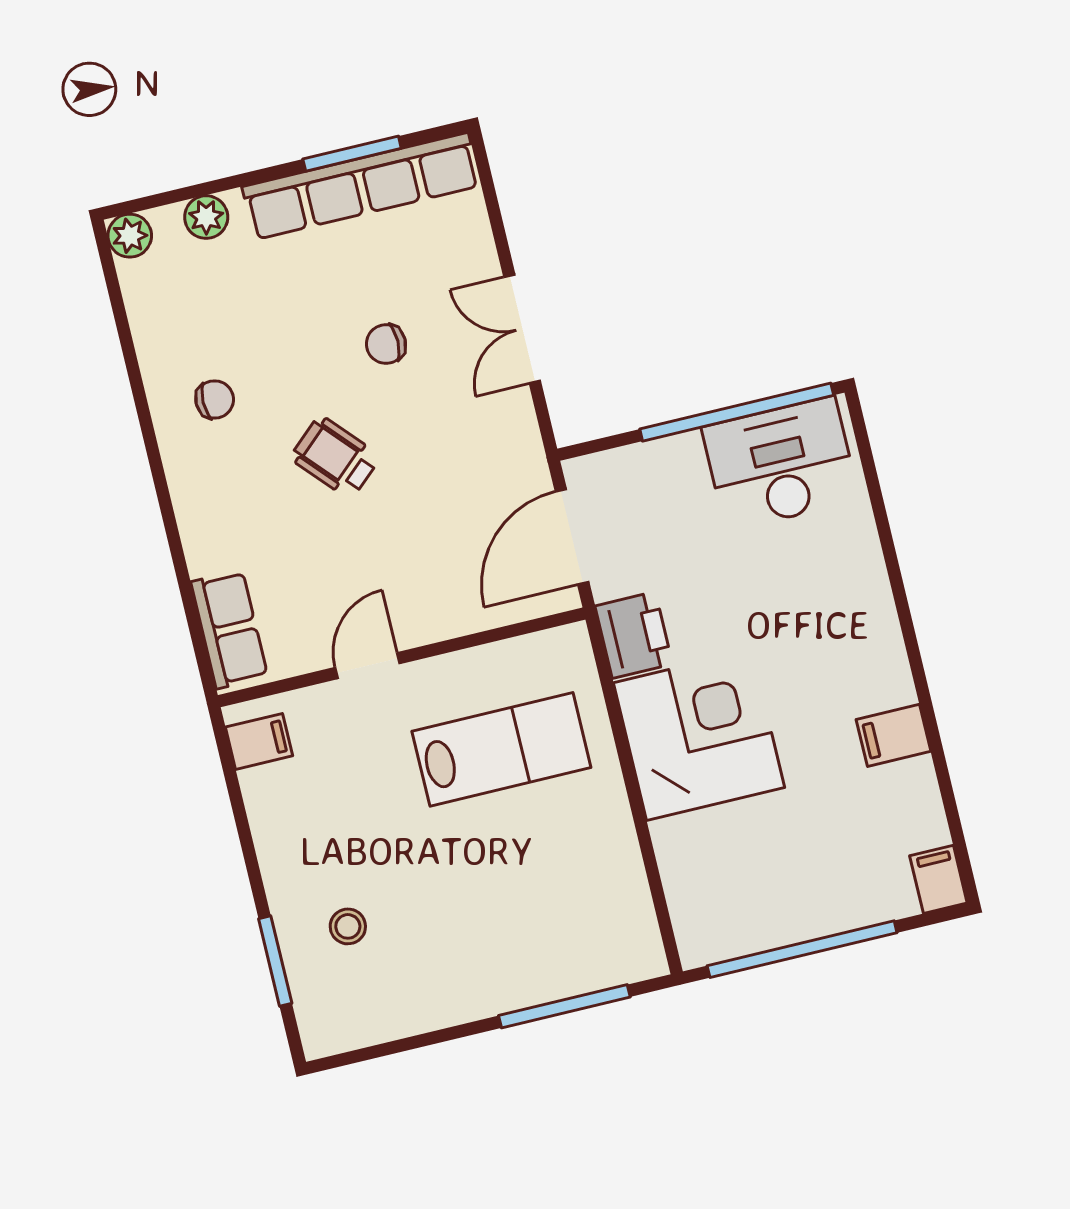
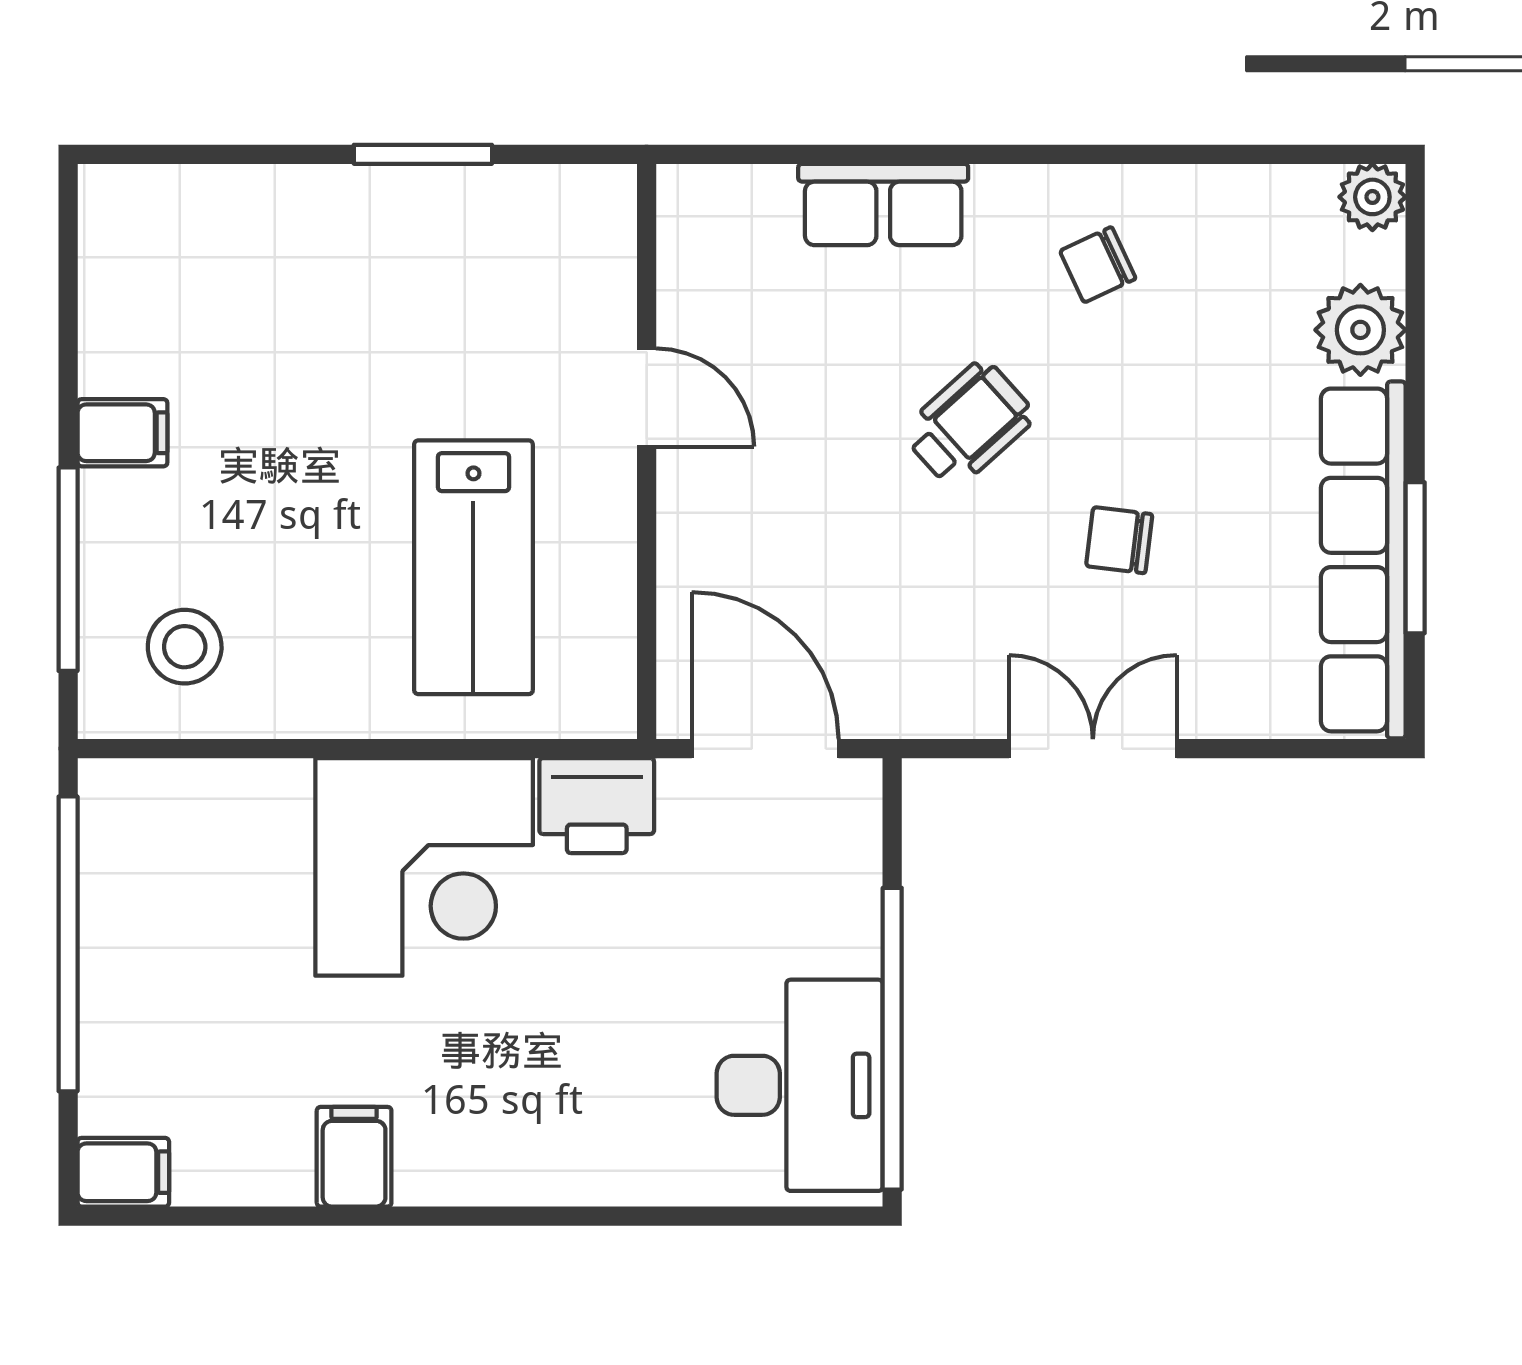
plant: (206, 217) -> (1360, 330), width x1.38, depth x1.38
chair: (386, 344) -> (1119, 540), turned -83
chair: (215, 399) -> (1098, 265), turned 65
row of seats: (229, 629) -> (883, 204), moved
filing cabinet: (259, 741) -> (122, 433), moved, turned -90
stool: (348, 926) -> (185, 647), moved, width x1.37, depth x1.37
window: (275, 961) -> (423, 154), moved

